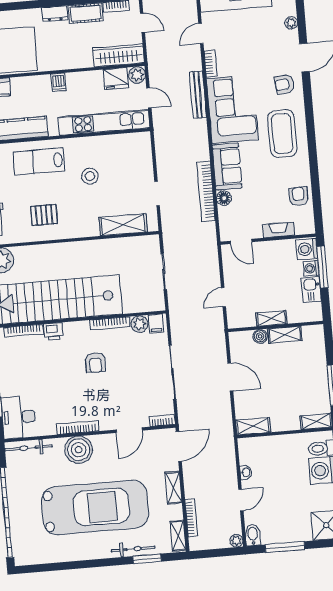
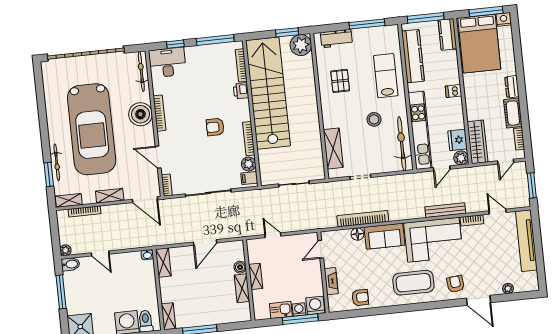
bicycle: (119, 144) -> (402, 144), added
washbasin: (246, 472) -> (147, 255), moved

